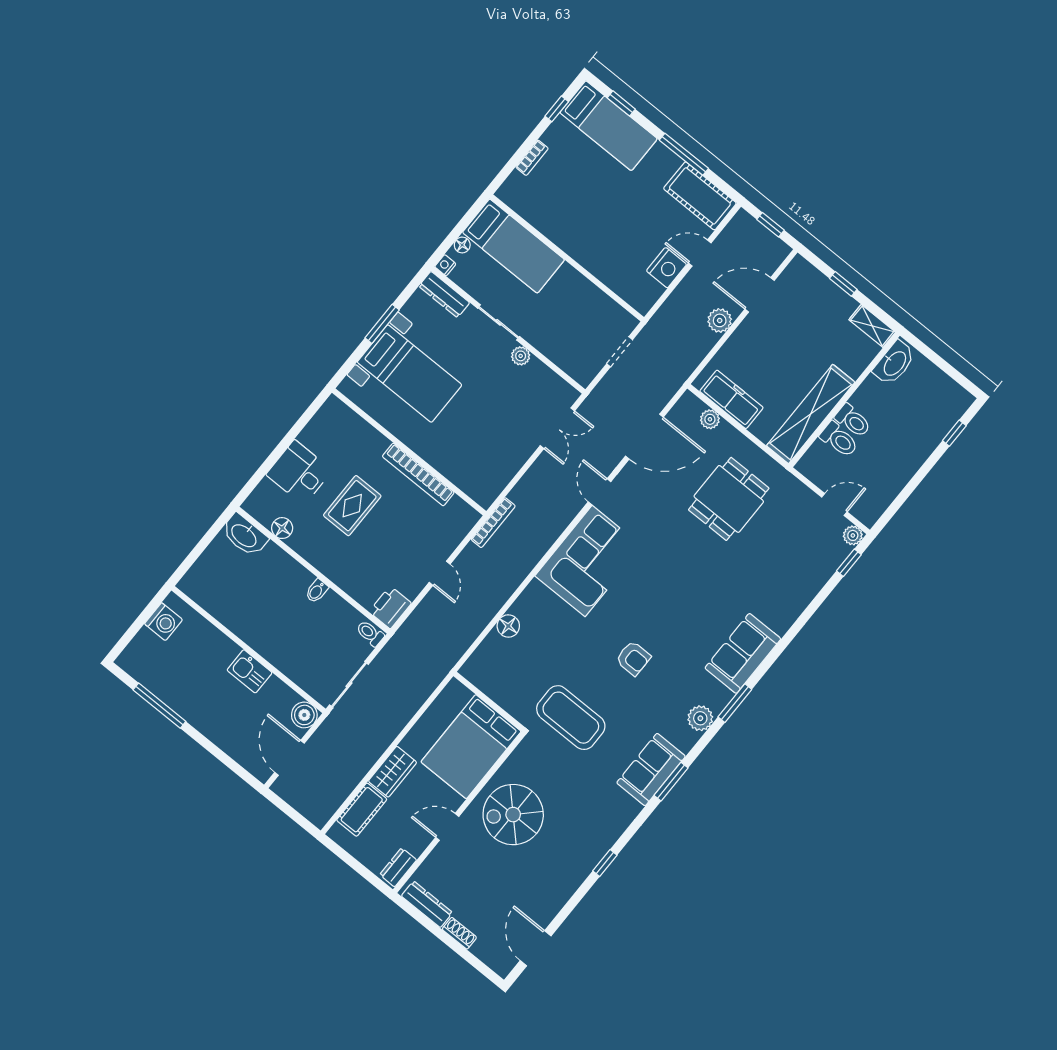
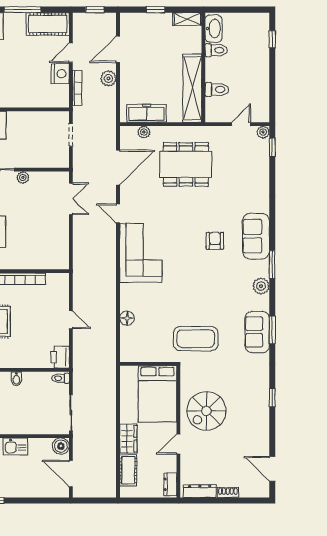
toilet: (853, 421) -> (216, 50), moved
dining table: (729, 499) -> (186, 164), width x1.38
bookcase: (493, 523) -> (77, 88), moved
armchair: (633, 658) -> (215, 241), moved, turned -90

